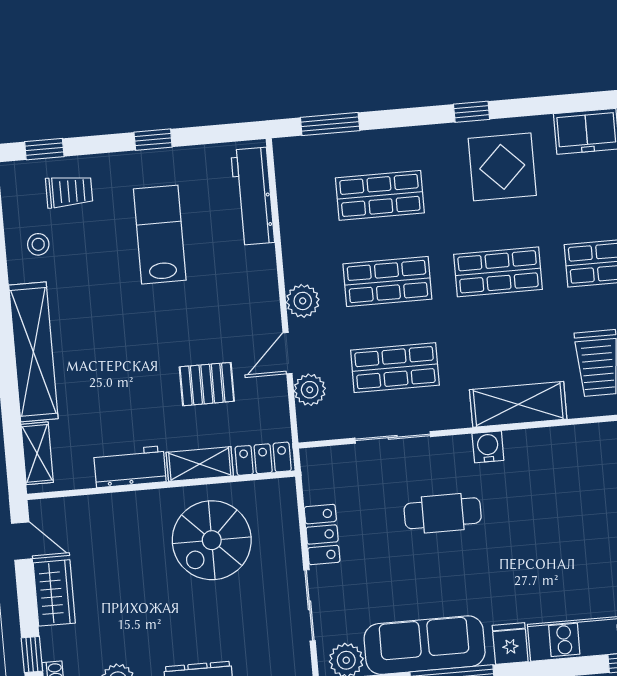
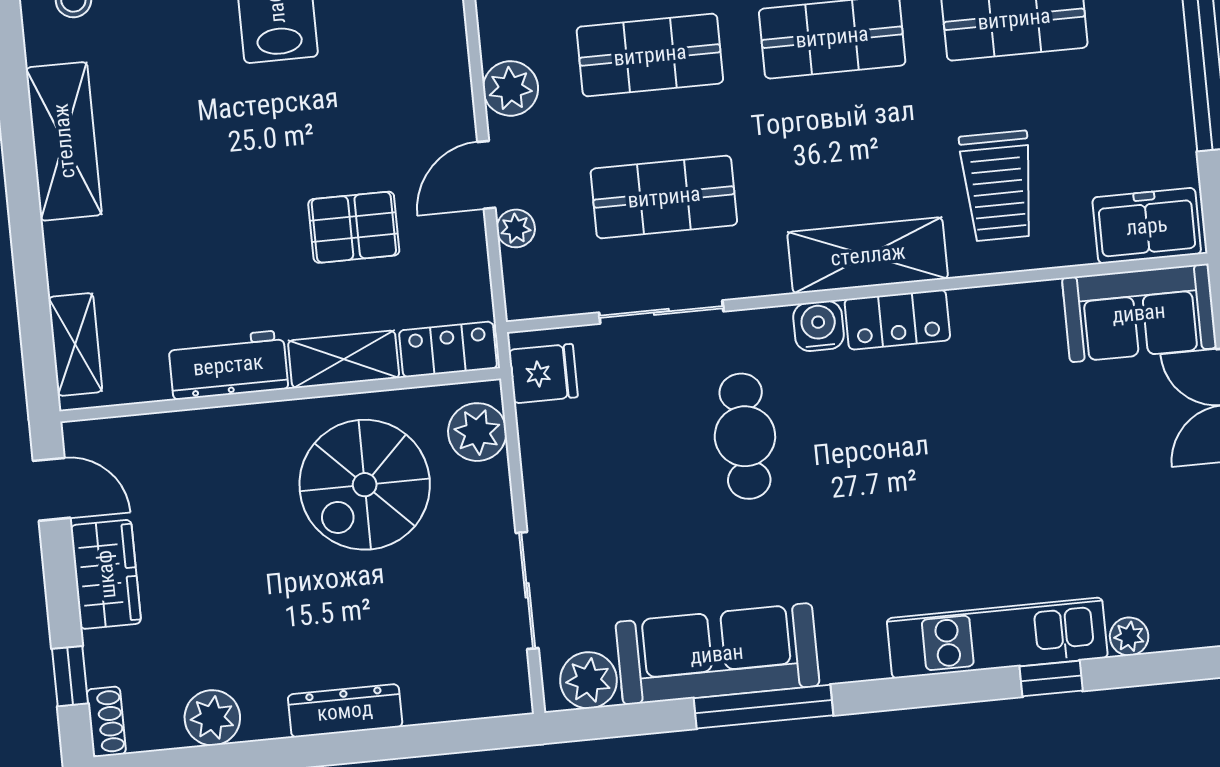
shelving: (33, 352) -> (64, 141), width x0.68
plant: (310, 390) -> (516, 228), width x0.73, depth x0.73
plant: (280, 509) -> (477, 432), added
cafe table: (443, 513) -> (745, 436), turned 90
locker: (322, 535) -> (897, 320), moved, turned 90
fridge: (510, 643) -> (543, 374), moved, turned 90

